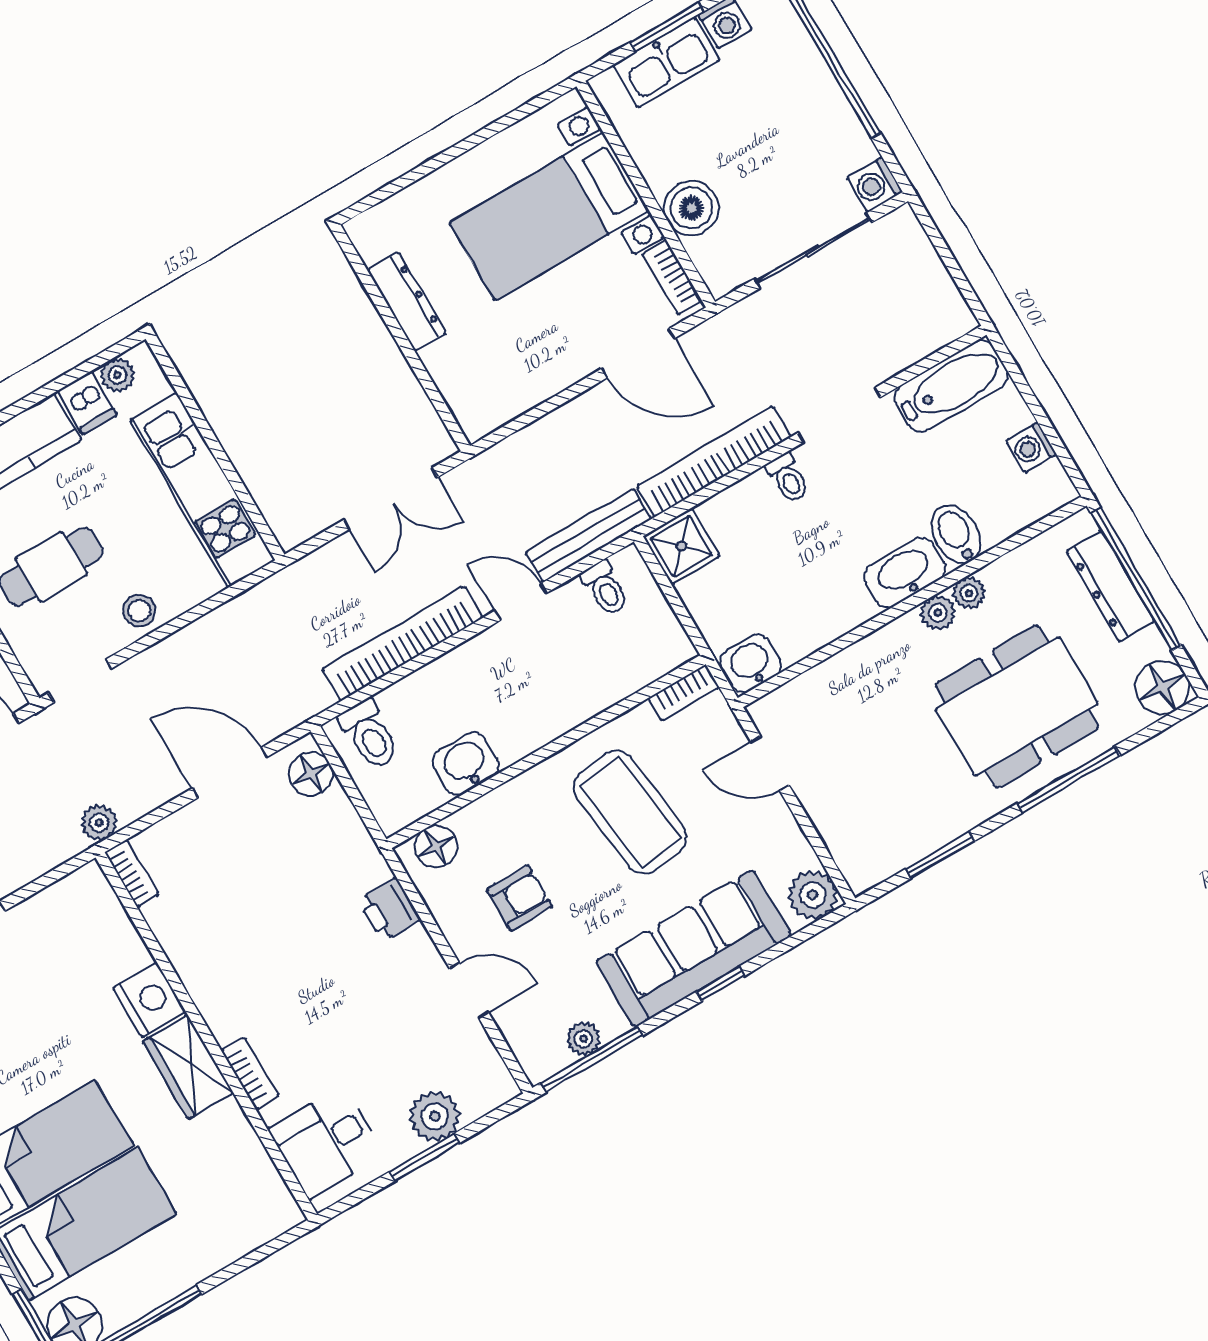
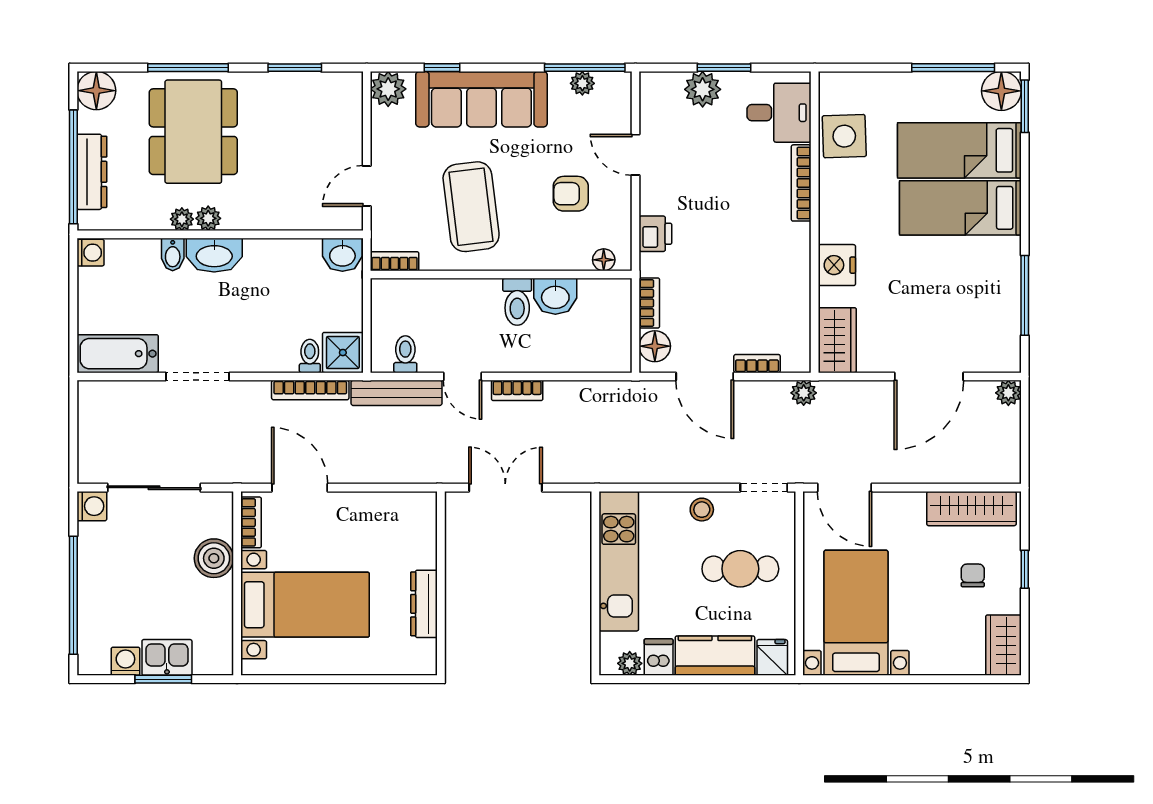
kitchen sink: (667, 62) -> (167, 657), width x0.73
washing machine: (1031, 447) -> (90, 253), moved
bookcase: (714, 462) -> (310, 390), width x0.68, depth x0.76
toilet: (788, 478) -> (310, 356), moved
bidet: (956, 534) -> (173, 254), width x0.72, depth x0.74
bookcase: (403, 644) -> (517, 390), width x0.43, depth x0.76
dining table: (1017, 706) -> (193, 132), turned 90
toilet: (370, 735) -> (517, 302), moved, turned 180
door: (770, 763) -> (367, 186), swing flipped
bookcase: (348, 822) -> (649, 303), added
floor lamp: (436, 847) -> (604, 260), width x0.73, depth x0.73
bookcase: (132, 873) -> (757, 364), moved, turned 90
window: (721, 984) -> (442, 68), moved
wardrobe: (188, 1067) -> (837, 340), moved
bookcase: (250, 1073) -> (801, 183), width x1.56
side table: (231, 1160) -> (844, 136), added

